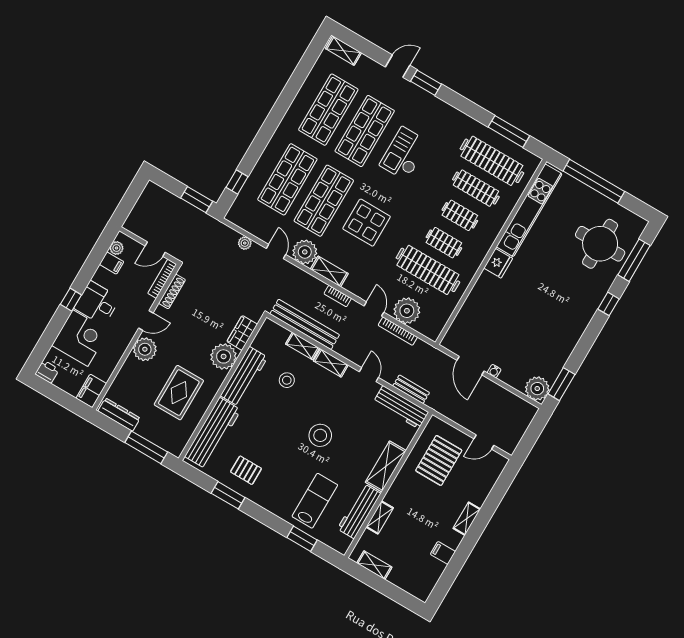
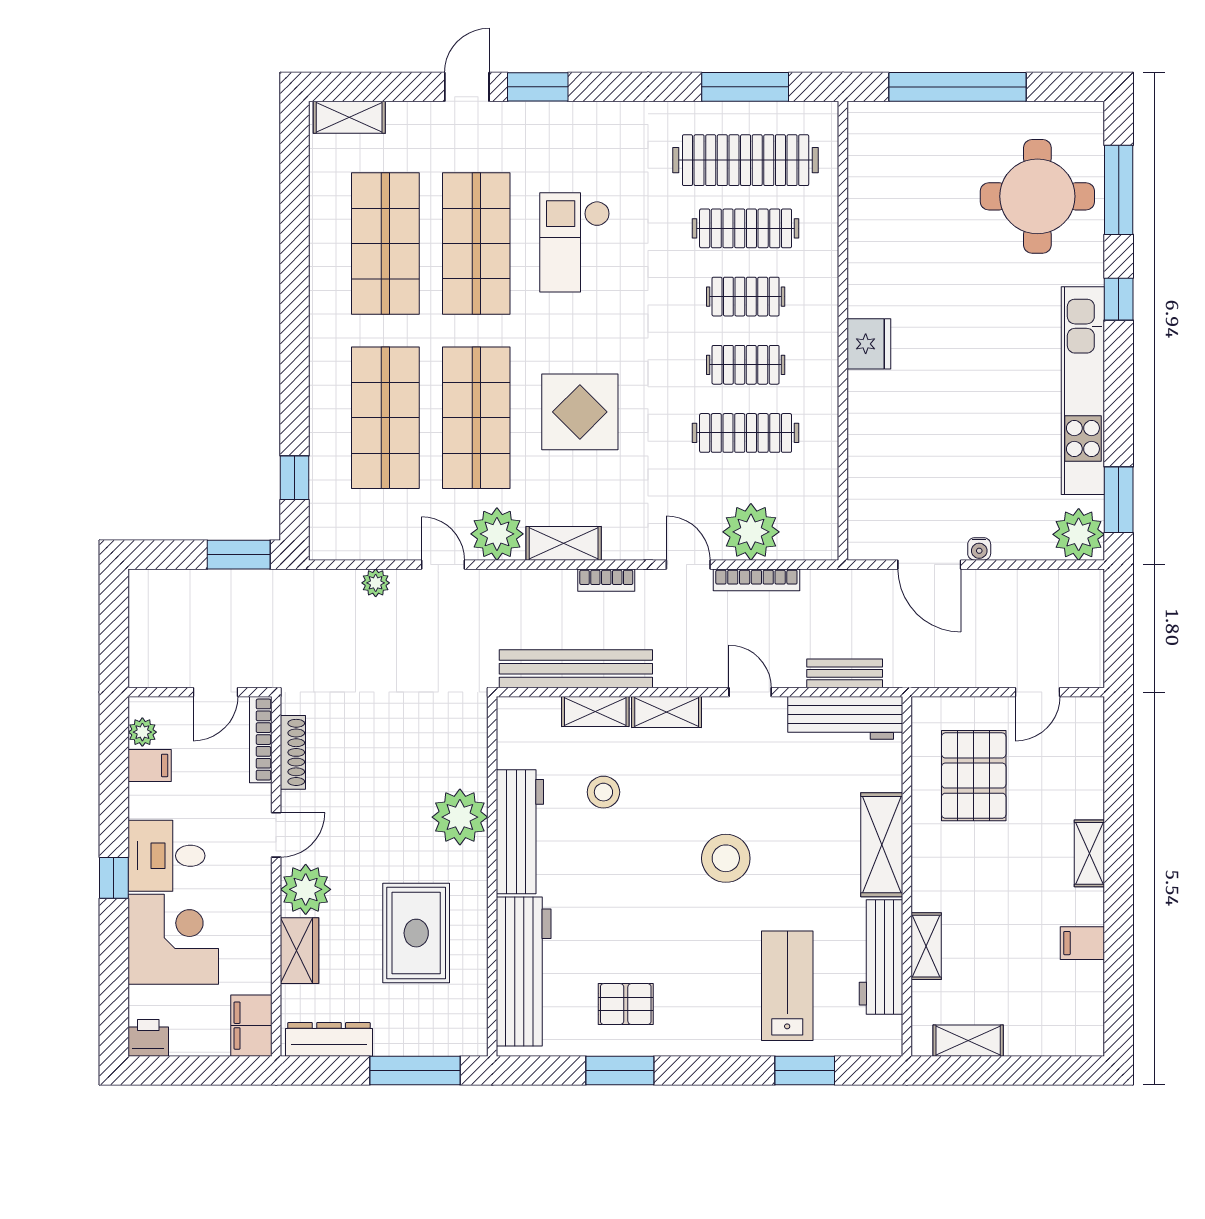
kitchen unit: (529, 210) -> (1083, 391), moved, turned 180
clothes rail: (428, 270) -> (746, 433), width x0.73, depth x0.76
wardrobe: (242, 333) -> (300, 951), moved, turned 180

